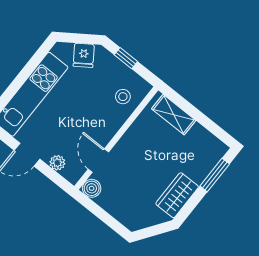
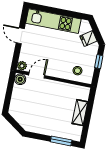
shelving: (174, 115) -> (80, 113), moved
plant: (57, 163) -> (22, 66), moved
wardrobe: (177, 195) -> (40, 127), removed

